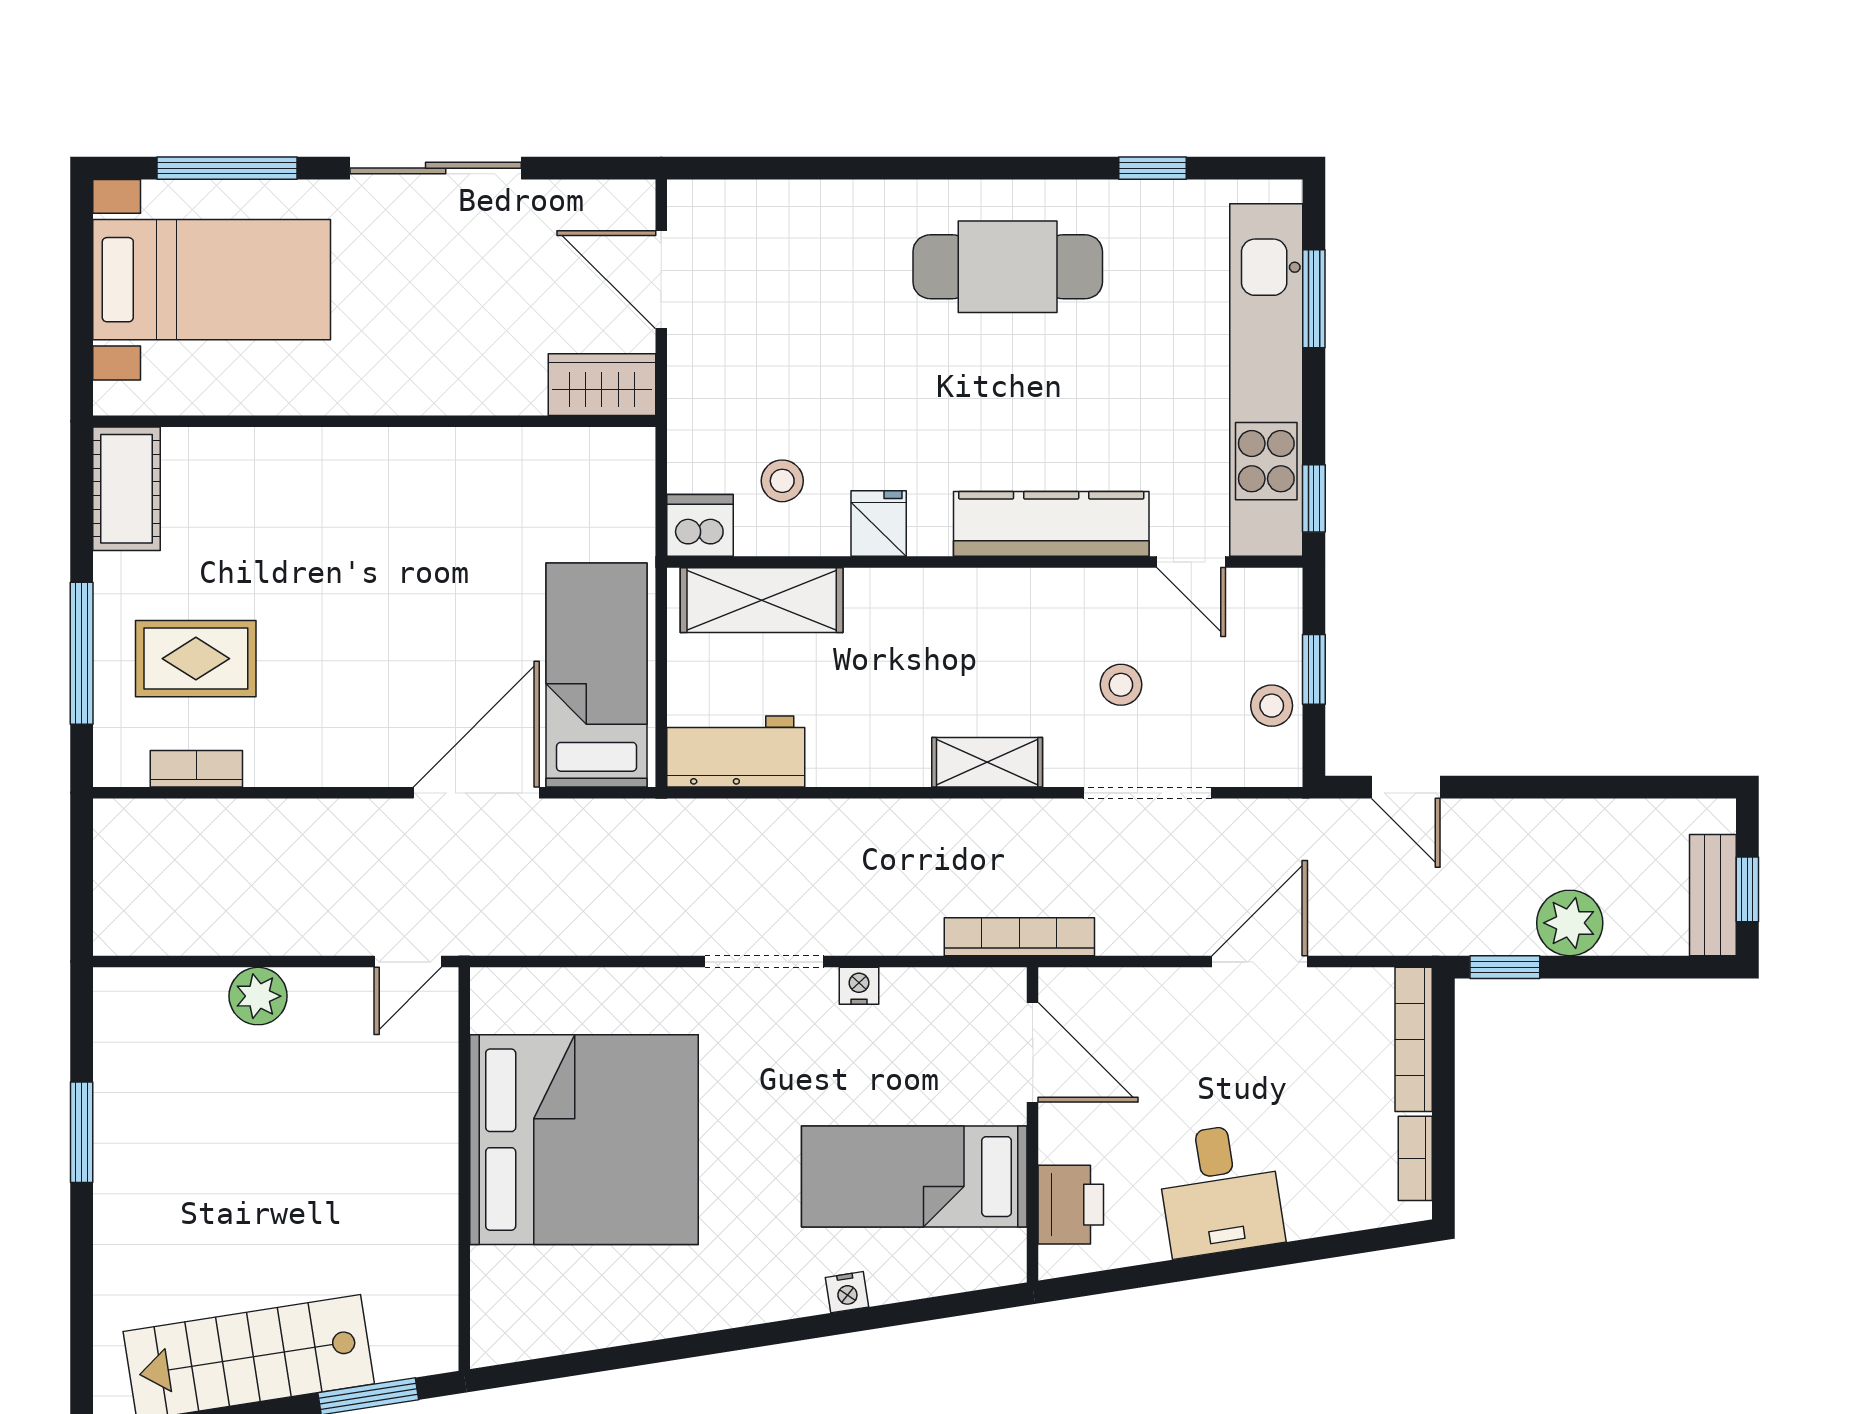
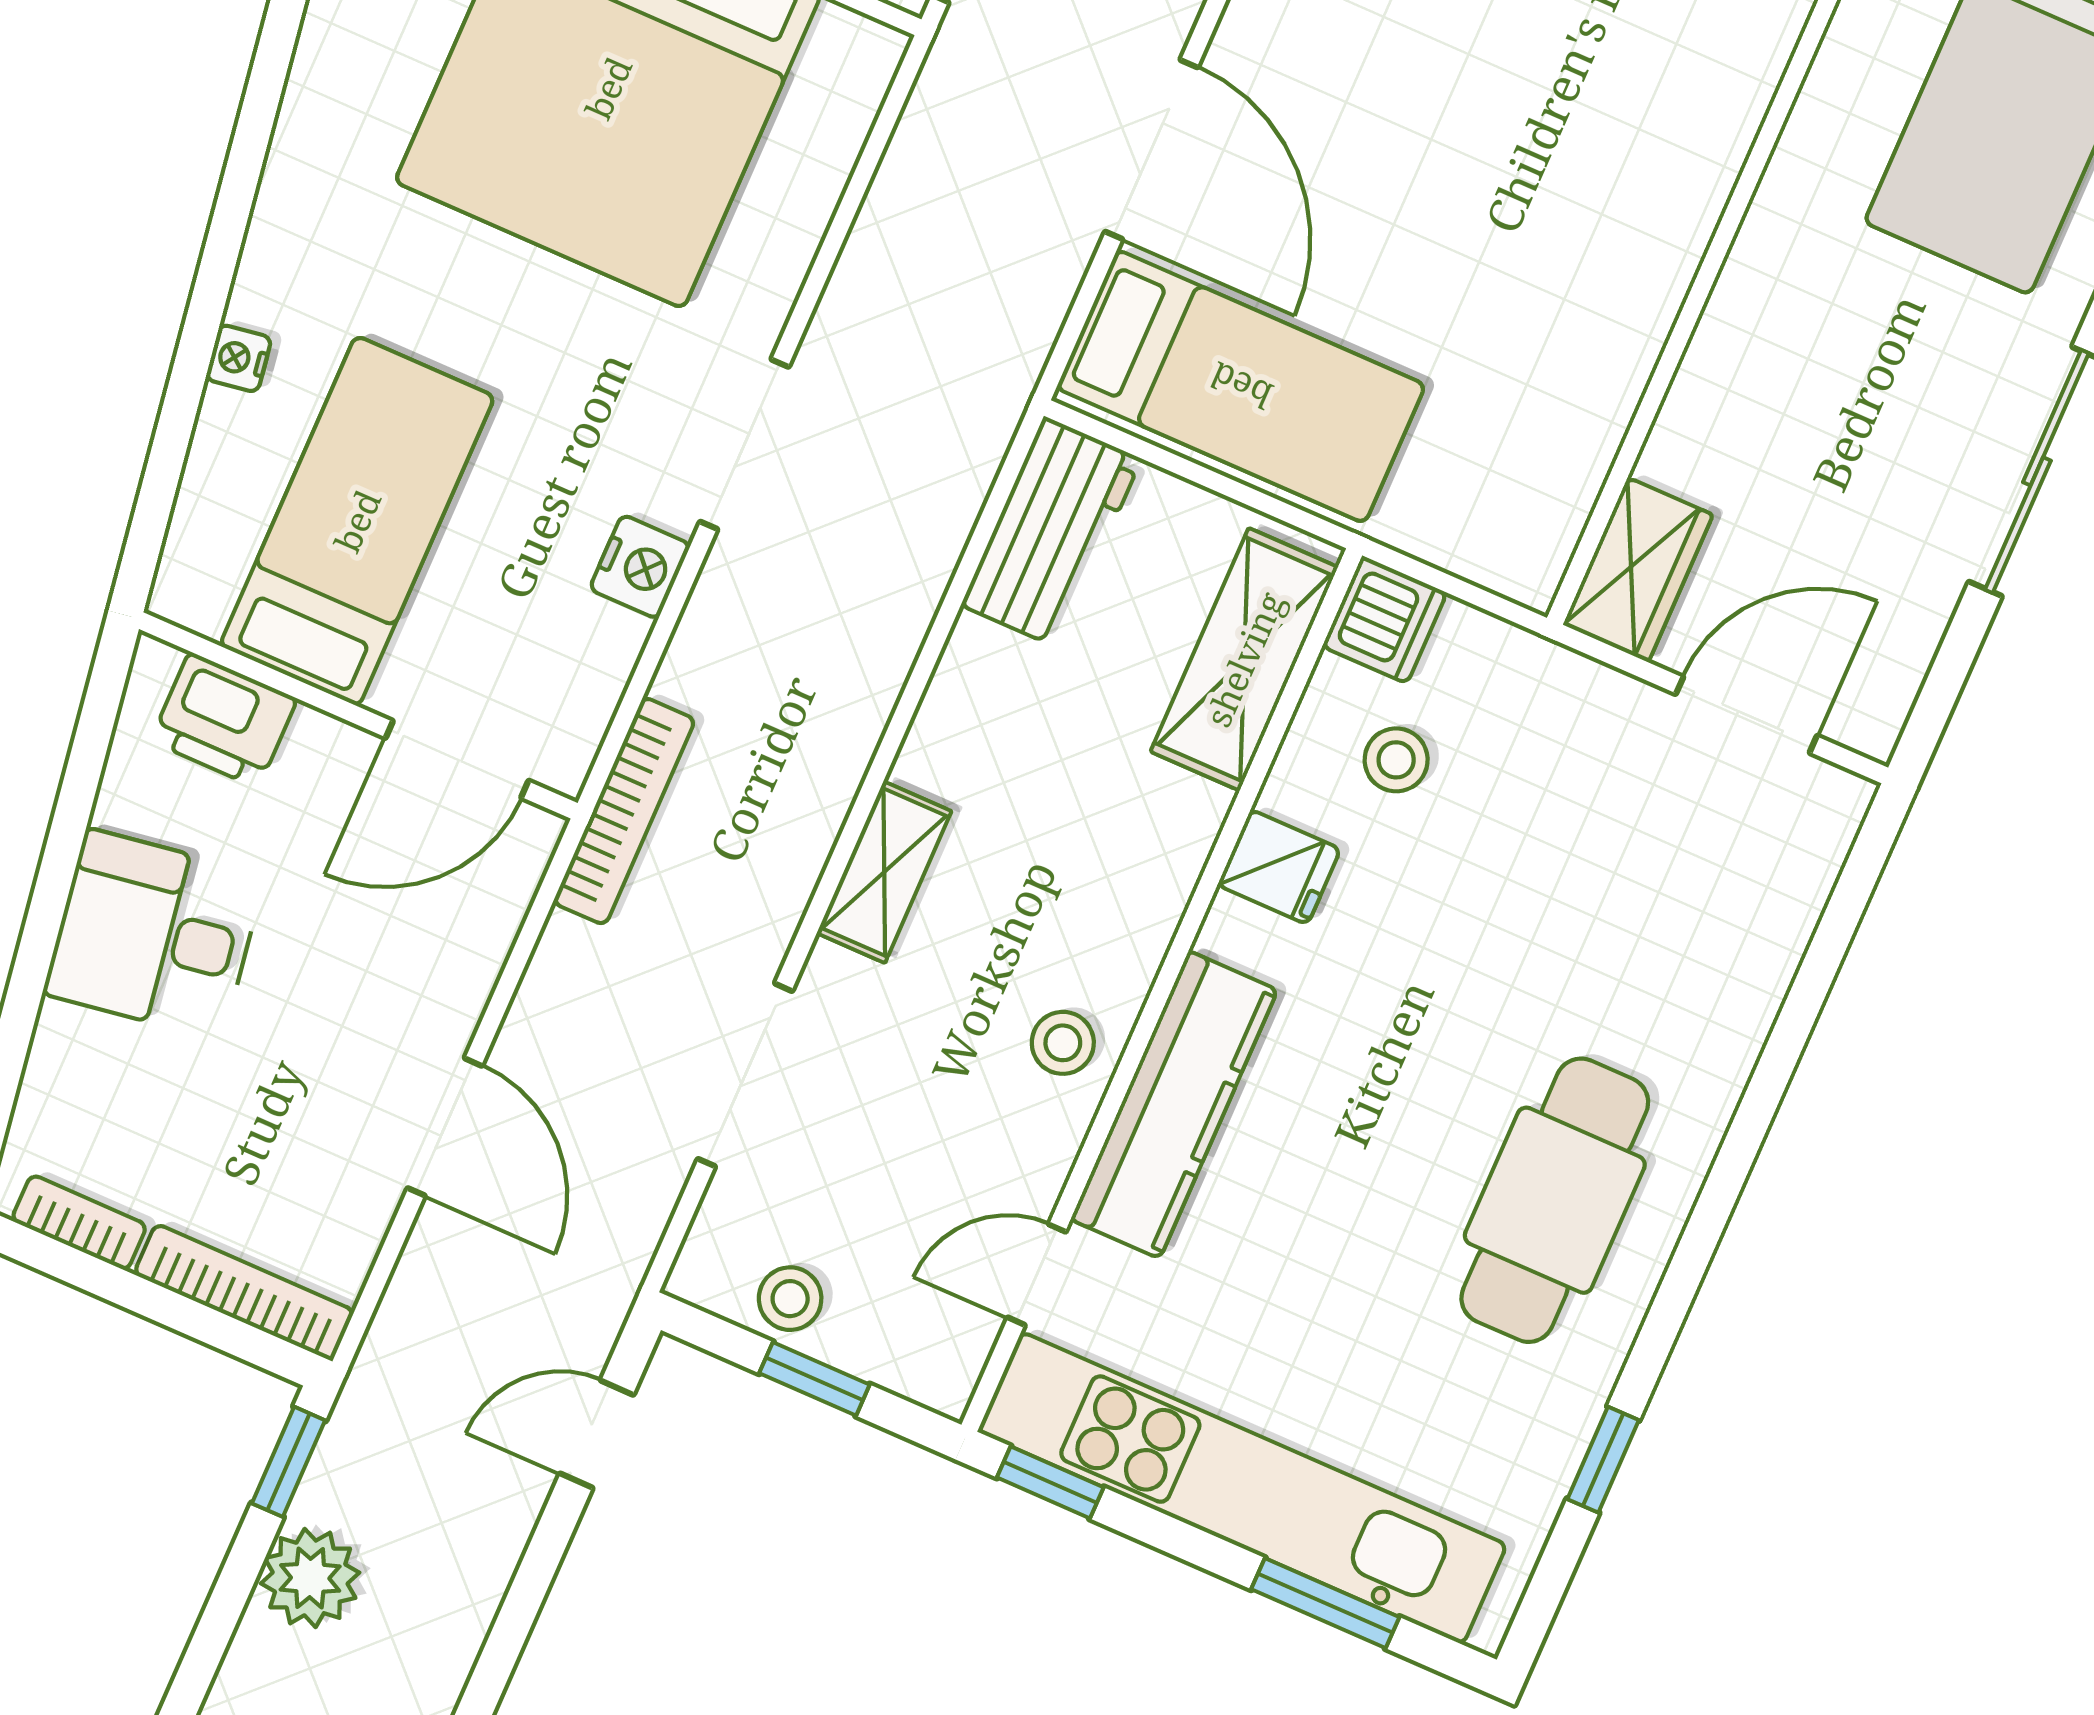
stool: (1121, 685) -> (1063, 1043), moved
nightstand: (859, 986) -> (640, 567), width x1.39, depth x1.35

